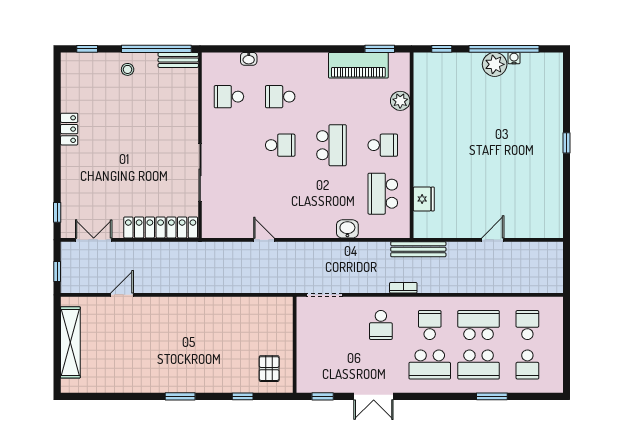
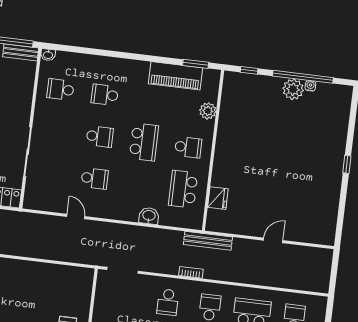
washbasin: (249, 59) -> (48, 55), moved
school desk: (280, 194) -> (95, 178), added

